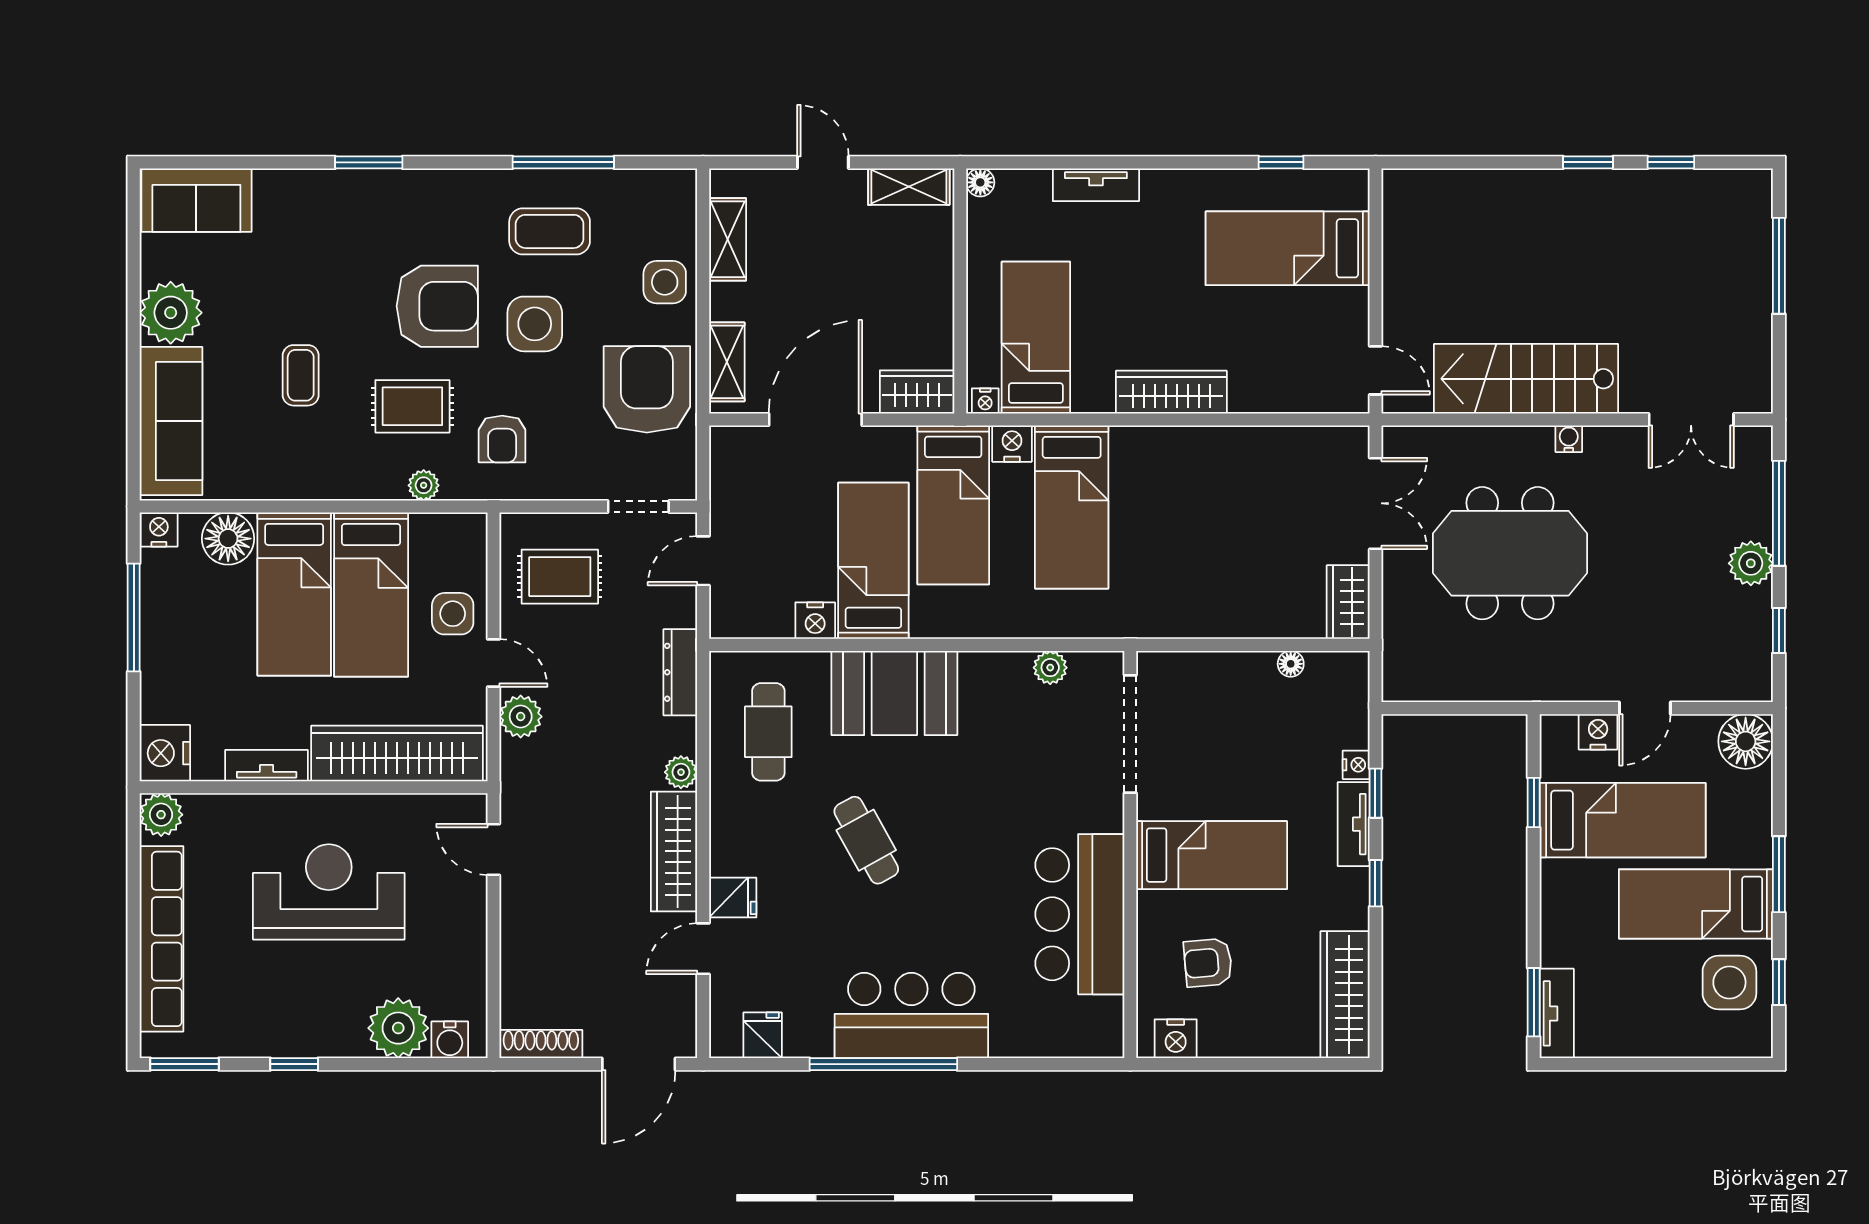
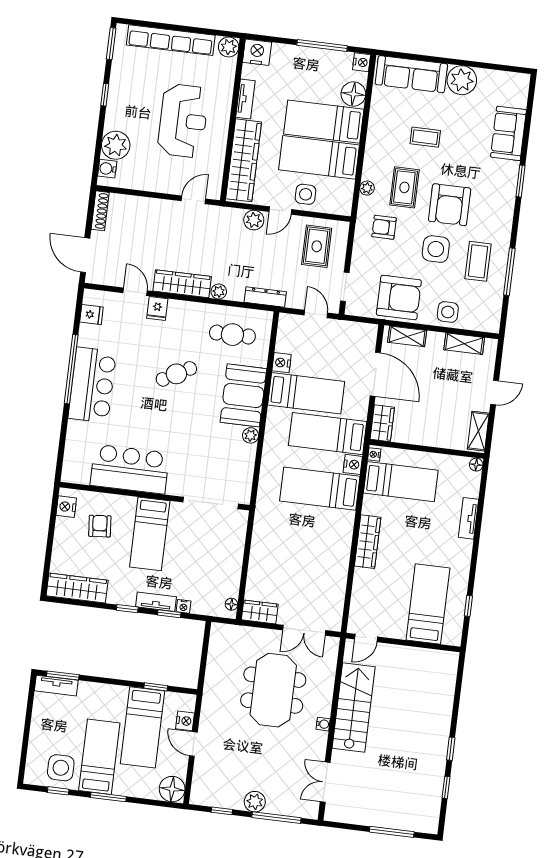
sofa: (196, 200) -> (508, 133), moved
floor lamp: (1291, 664) -> (231, 604), moved
plant: (1050, 668) -> (250, 435), moved

